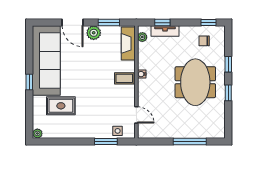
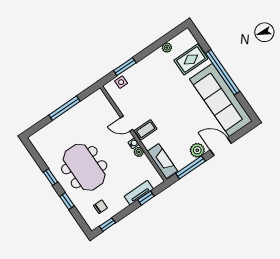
window: (109, 23) -> (191, 167), width x1.44
plant: (142, 37) -> (139, 152), moved
window: (29, 82) -> (223, 72), width x3.17
rug: (61, 106) -> (191, 59), moved
door: (136, 115) -> (127, 124), moved
plant: (37, 133) -> (167, 48), moved
window: (190, 141) -> (64, 108), moved

